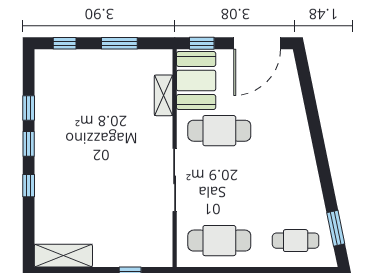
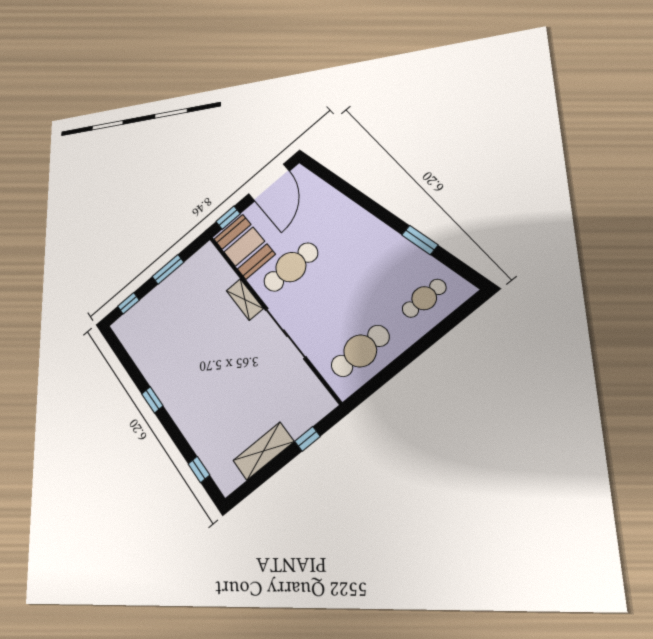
shelving: (164, 95) -> (245, 300), moved
window: (29, 108) -> (134, 372), removed
window: (29, 186) -> (199, 469), moved
window: (336, 228) -> (420, 240), moved
shelving: (63, 256) -> (263, 451), moved

